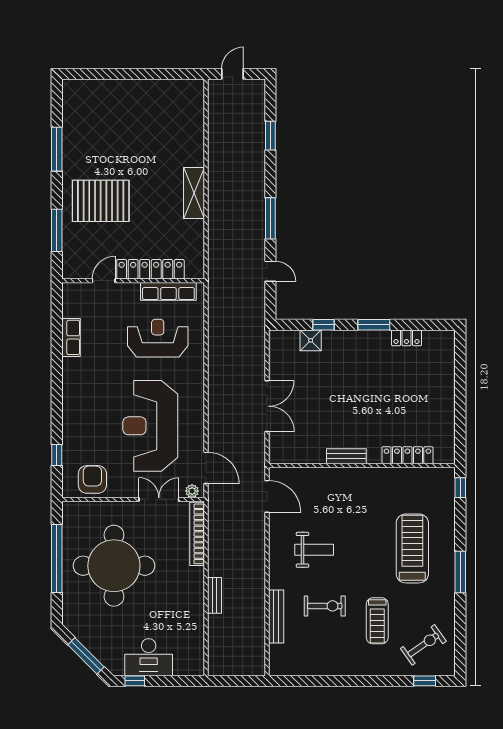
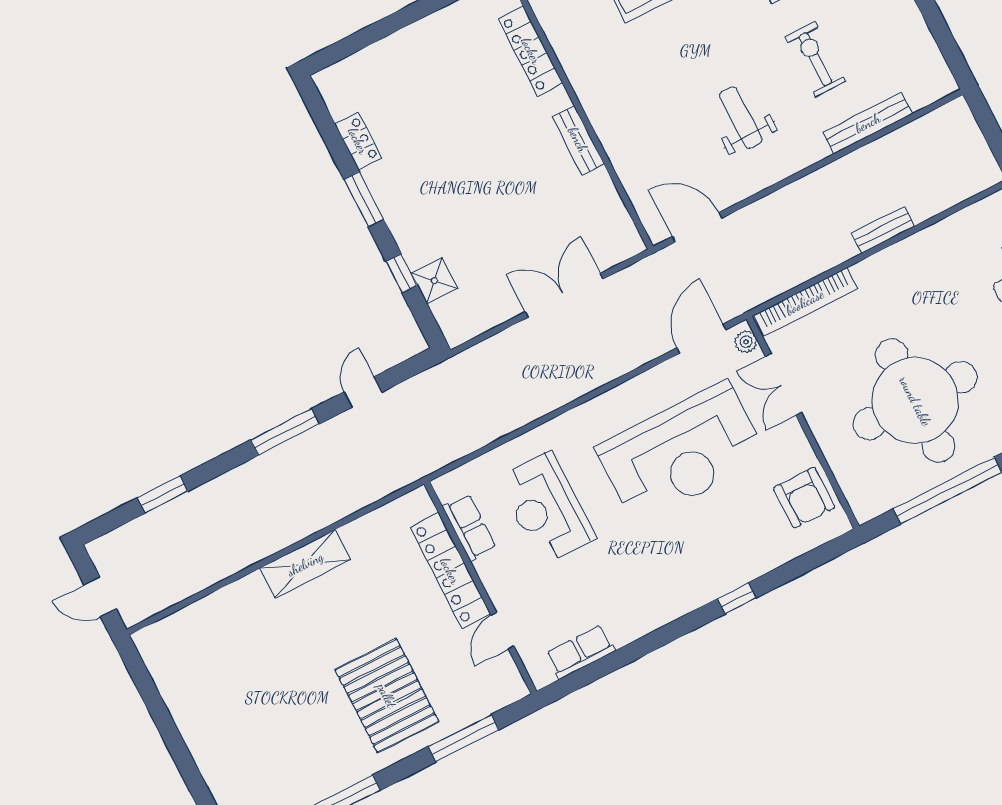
door: (104, 281) -> (502, 631), hinge flipped
row of seats: (168, 291) -> (469, 527), width x0.68
row of seats: (71, 337) -> (580, 652), moved
window: (57, 455) -> (737, 598), moved
armchair: (92, 479) -> (804, 498), turned -90
door: (267, 496) -> (697, 227), hinge flipped

